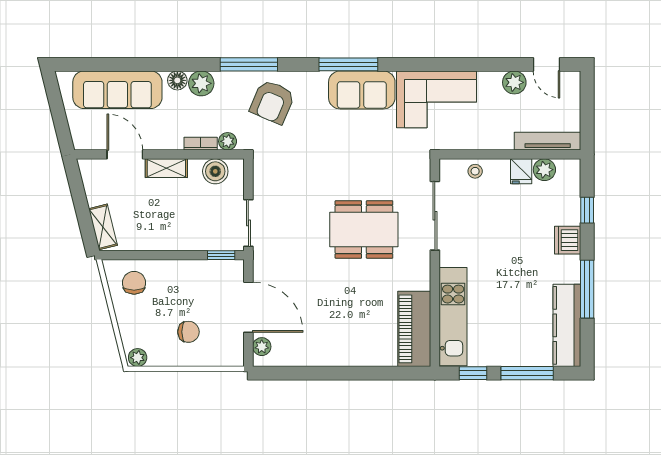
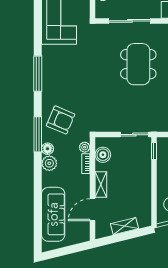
floor lamp: (177, 80) -> (47, 149), moved
sofa: (362, 90) -> (53, 65), removed
shelving: (103, 227) -> (124, 226), moved

